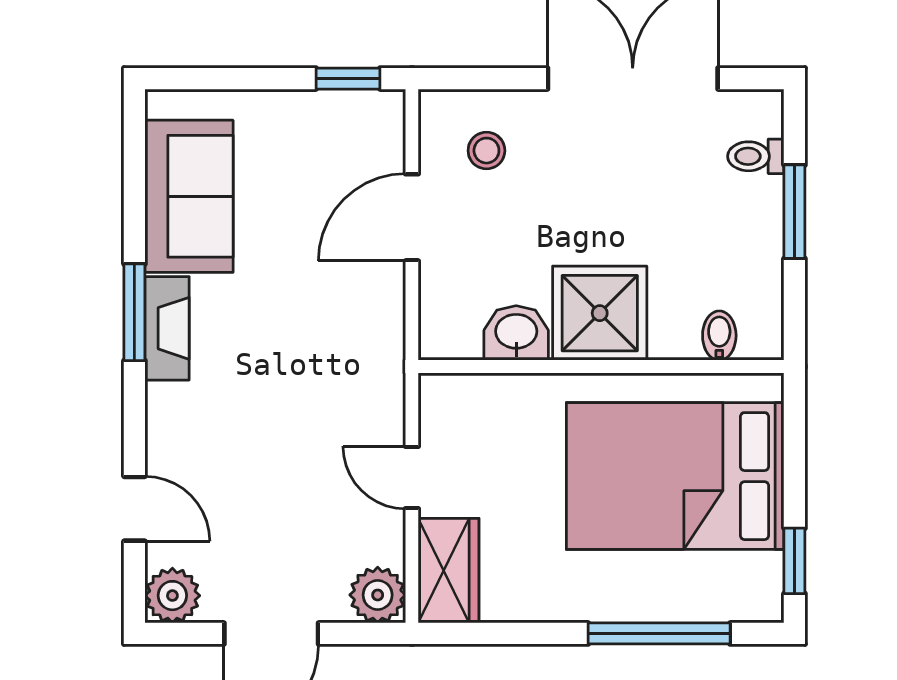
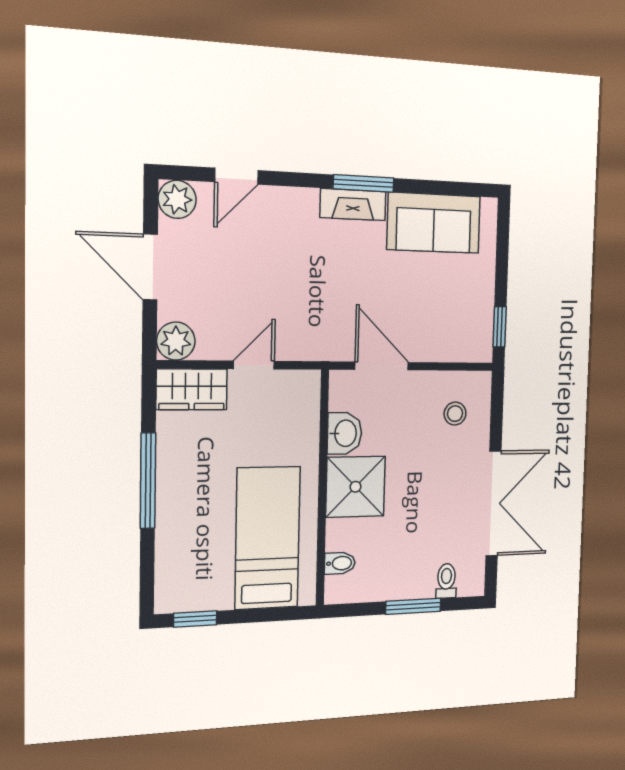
door: (412, 217) -> (382, 366), moved
bed: (675, 476) -> (268, 538), width x0.67
window: (659, 633) -> (148, 481), moved

